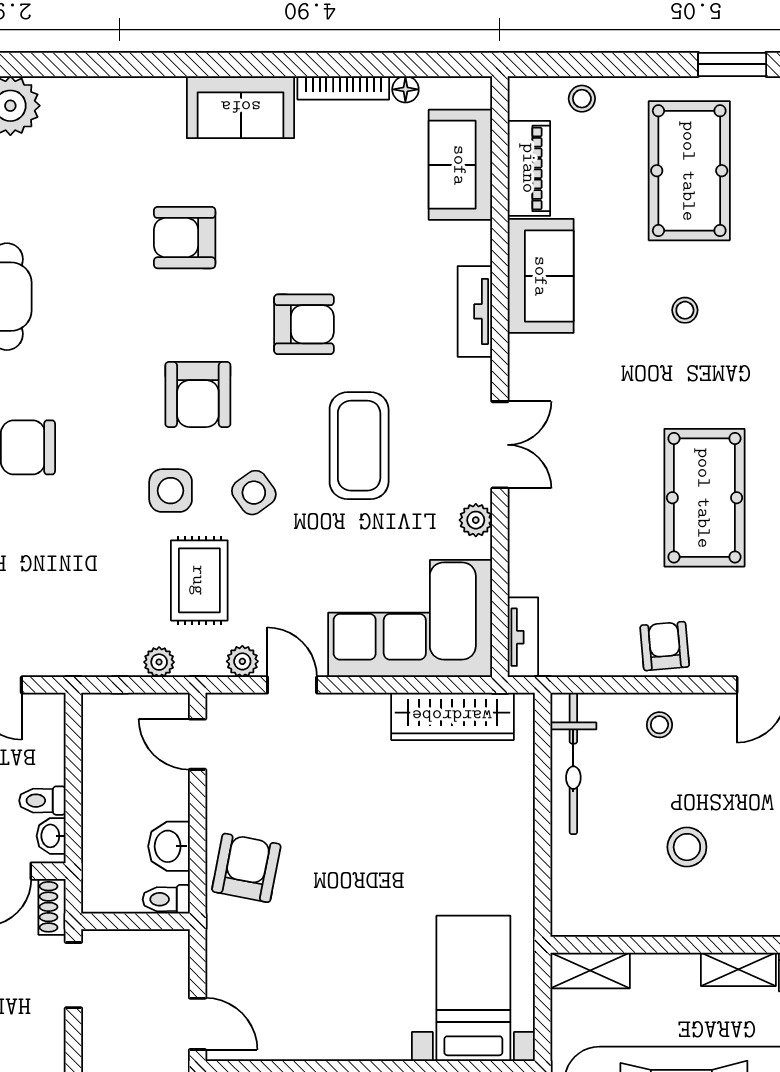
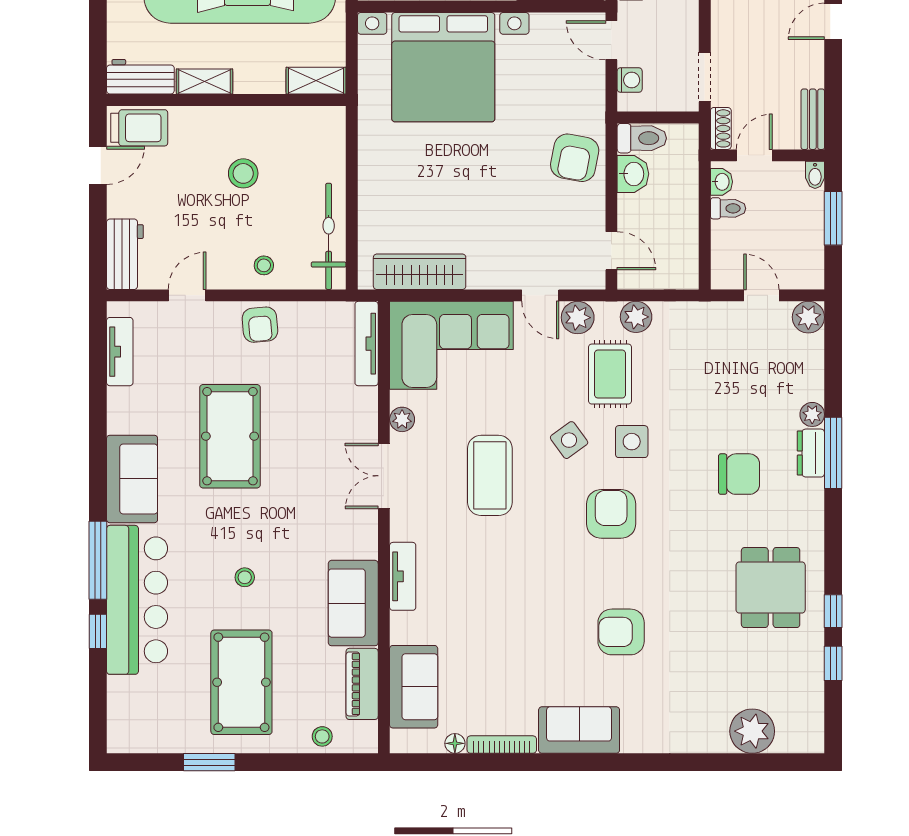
armchair: (185, 238) -> (621, 632), turned 180
armchair: (304, 324) -> (531, 567), removed
tv unit: (523, 637) -> (367, 344), width x1.41
plant: (242, 661) -> (578, 318), width x1.38, depth x1.38
plant: (159, 662) -> (636, 317), width x1.38, depth x1.38
toilet: (166, 899) -> (642, 138), width x1.37, depth x1.39
washing machine: (173, 971) -> (630, 80), added
bed with nightstands: (473, 988) -> (443, 67), width x1.85

